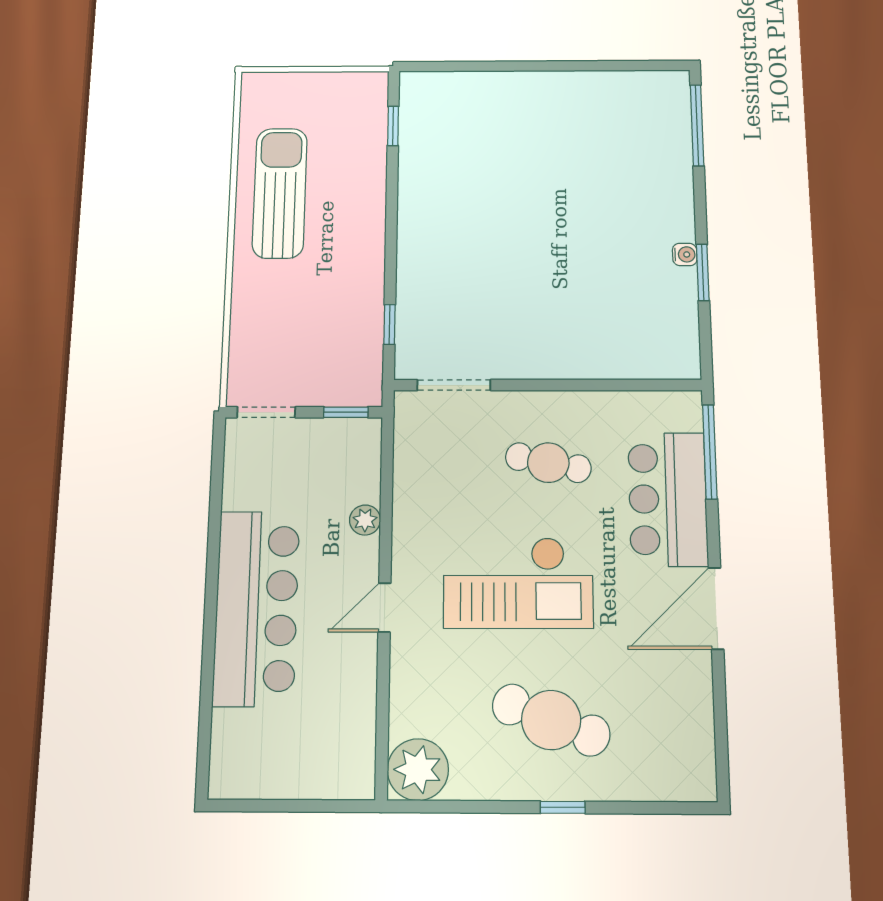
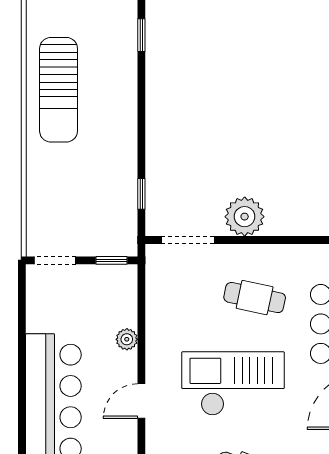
sun lounger: (280, 193) -> (59, 90), turned 180
plant: (533, 354) -> (245, 217), added
checkout: (518, 583) -> (233, 384), turned 180

